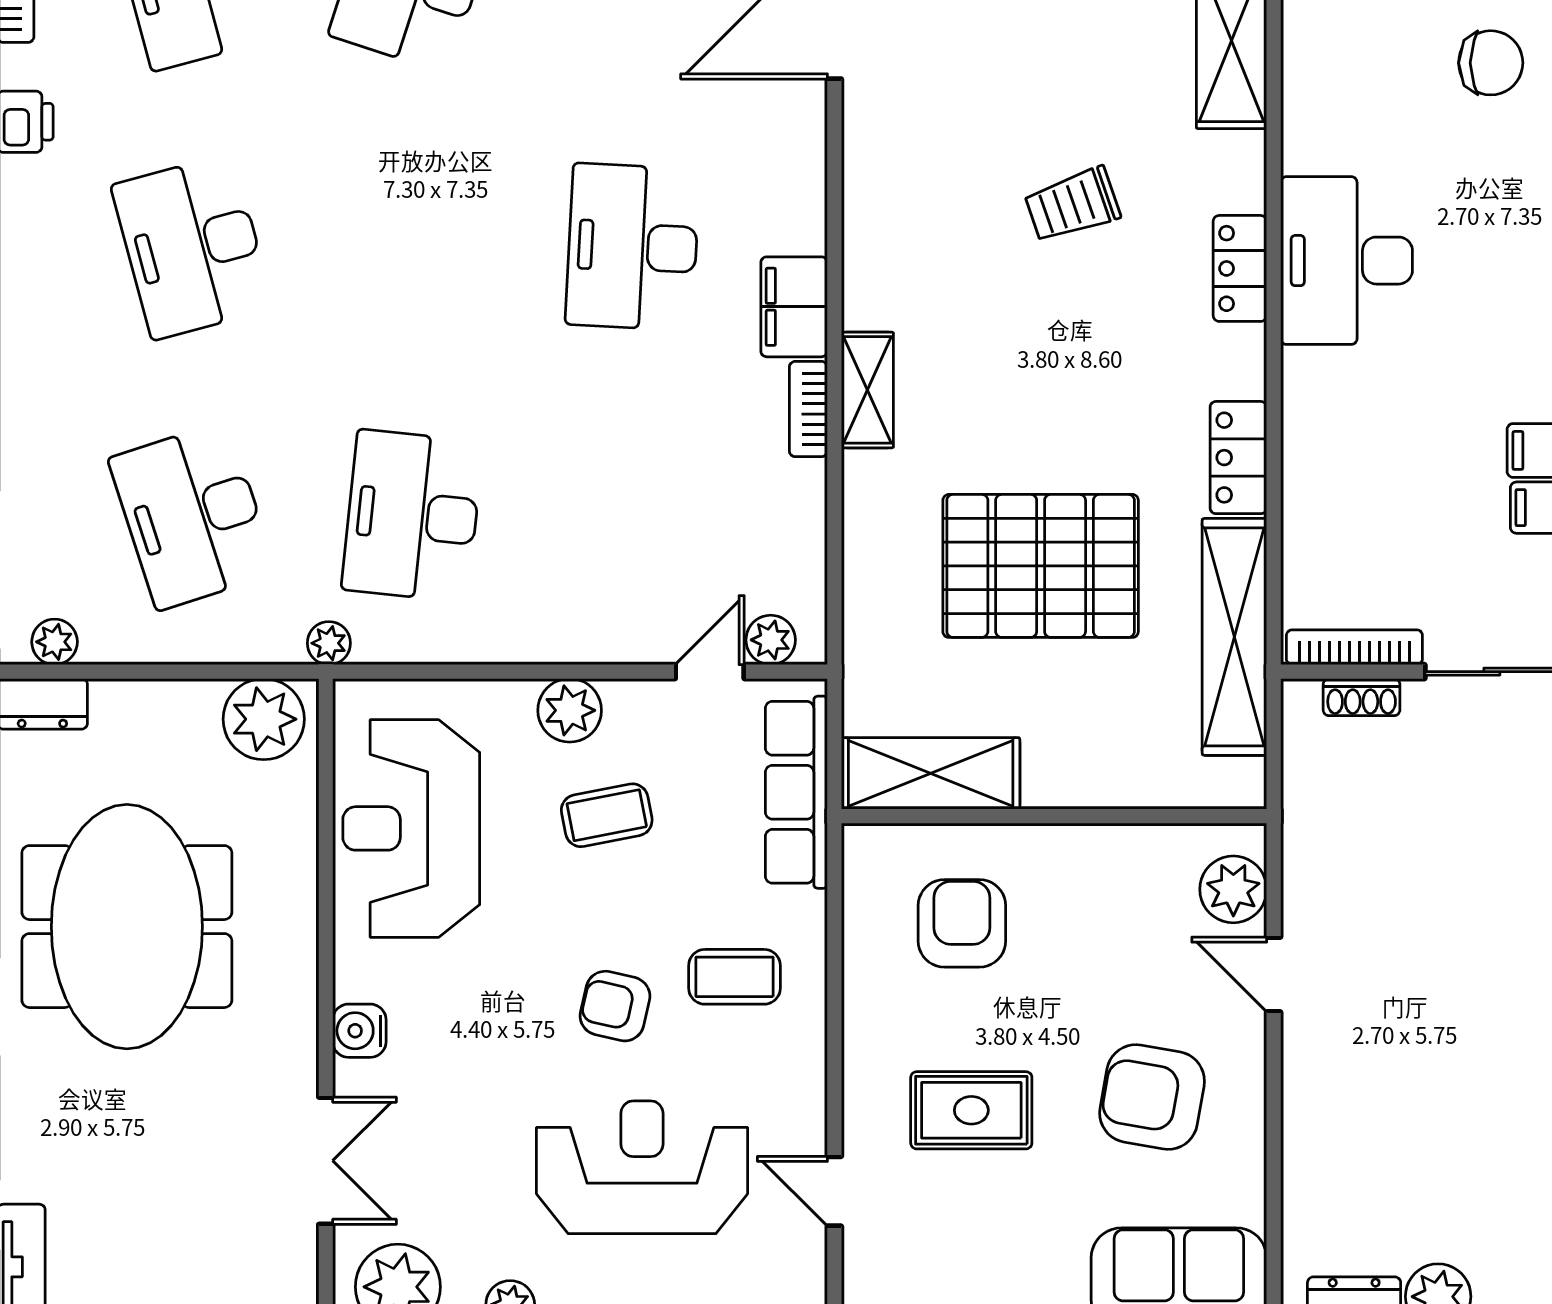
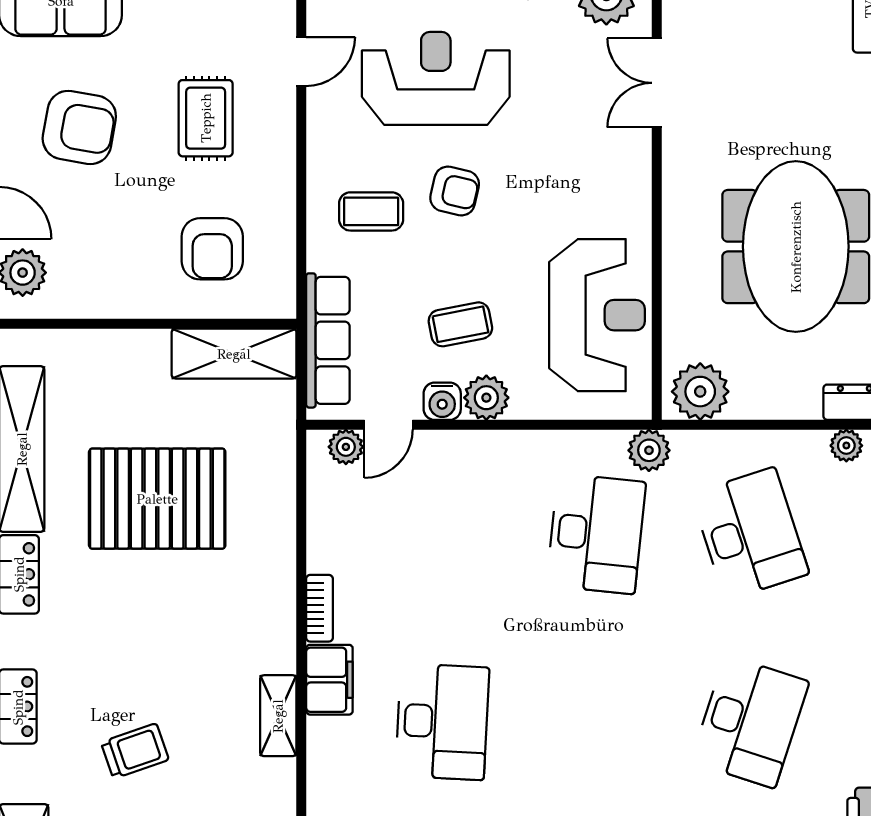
desk: (192, 247) -> (750, 722), turned 33
shelving: (867, 390) -> (278, 716), moved
plant: (329, 643) -> (649, 450), width x1.38, depth x1.38
water cooler: (359, 1031) -> (442, 401), moved, turned 90
rug: (971, 1110) -> (206, 118), turned 90
reception desk: (642, 1167) -> (436, 78), turned 180
door: (834, 1191) -> (301, 62), hinge flipped

